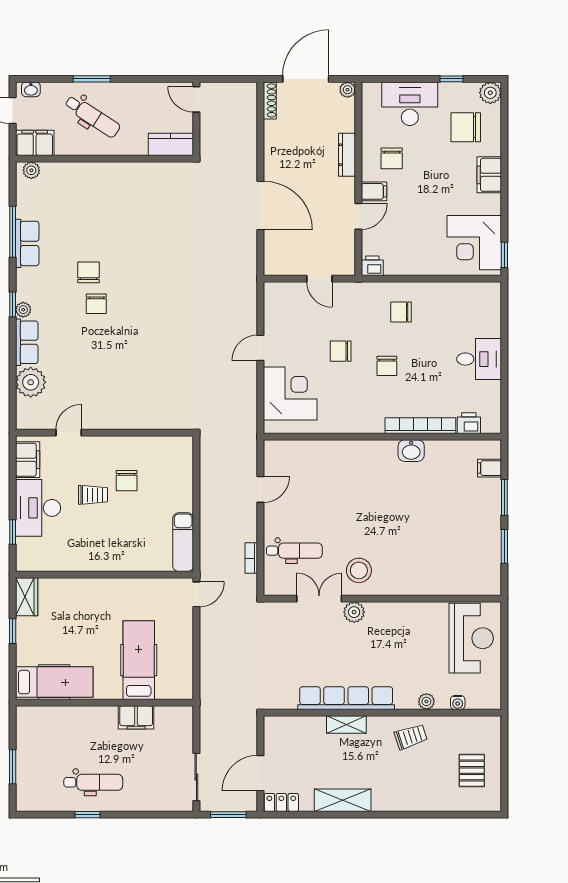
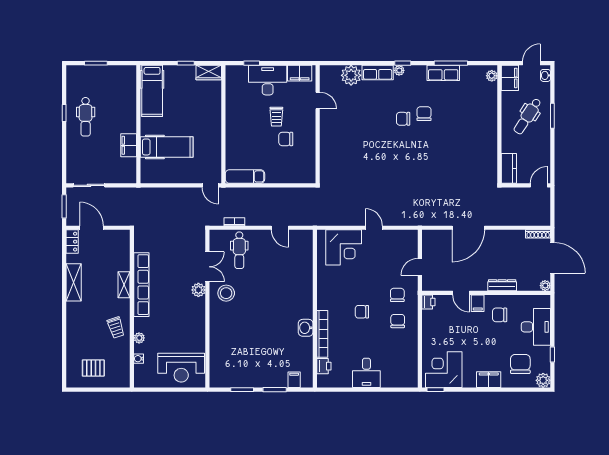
chair: (88, 272) -> (424, 114), turned -90
chair: (341, 351) -> (397, 295), moved

